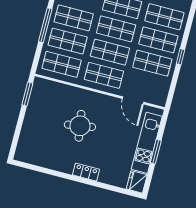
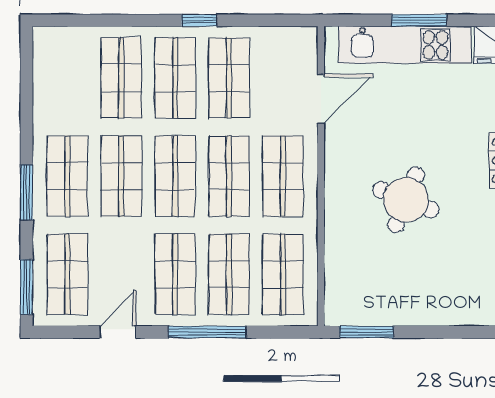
round table: (80, 126) -> (406, 200), turned 31

